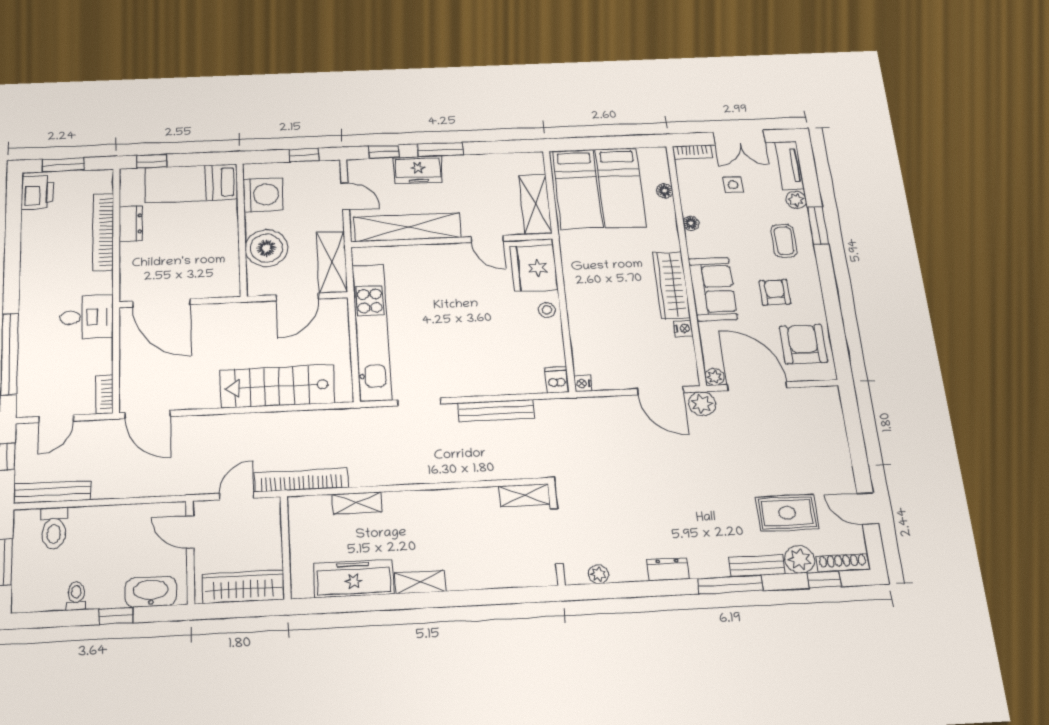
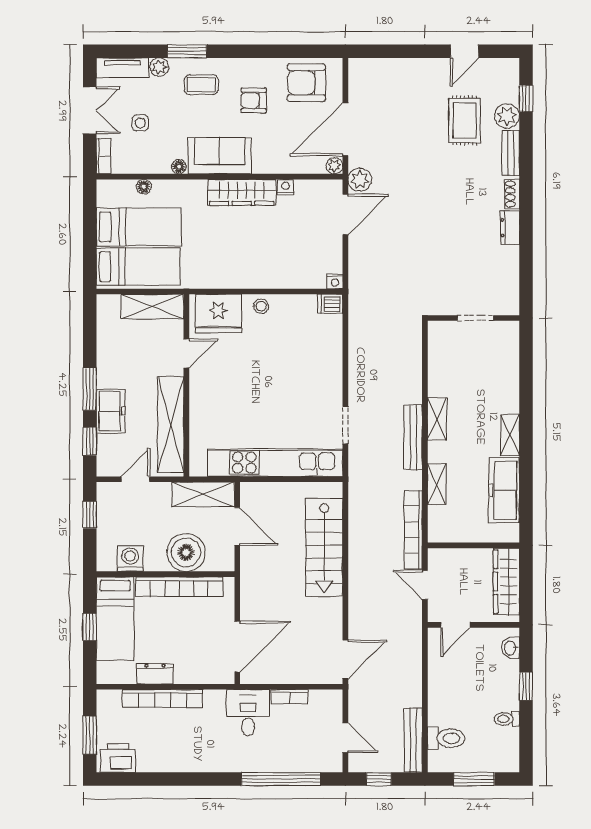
window: (152, 161) -> (90, 627), moved
washing machine: (263, 195) -> (130, 559), width x0.73, depth x0.73
bookcase: (228, 243) -> (179, 587), added
sofa: (713, 289) -> (220, 156), moved
bookcase: (104, 395) -> (289, 697), moved
bench: (496, 411) -> (413, 437), moved
shelving: (524, 495) -> (437, 419), moved
doorway: (557, 536) -> (475, 318), width x0.73
shoe rack: (843, 563) -> (512, 194), moved, width x0.70
plant: (598, 574) -> (511, 286), removed
window: (730, 584) -> (526, 177), removed
washbasin: (151, 592) -> (511, 648), width x0.52, depth x0.69

